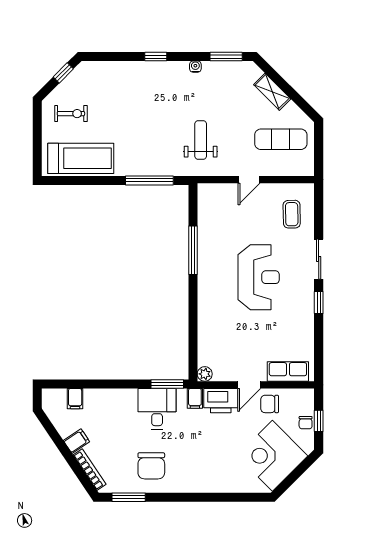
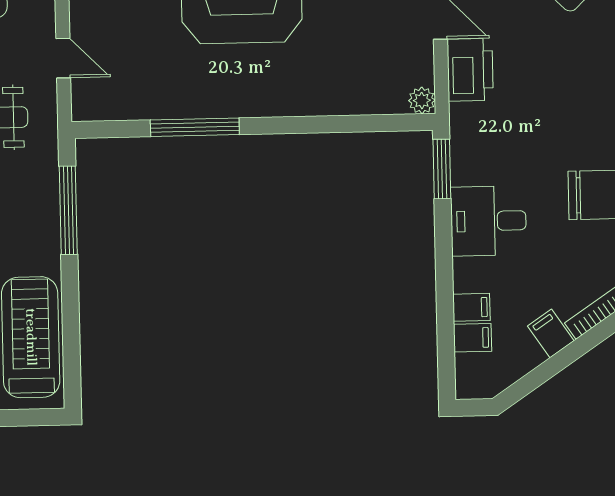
door: (249, 180) -> (63, 58), moved
filing cabinet: (195, 398) -> (471, 307), moved
desk: (157, 409) -> (488, 221), moved

